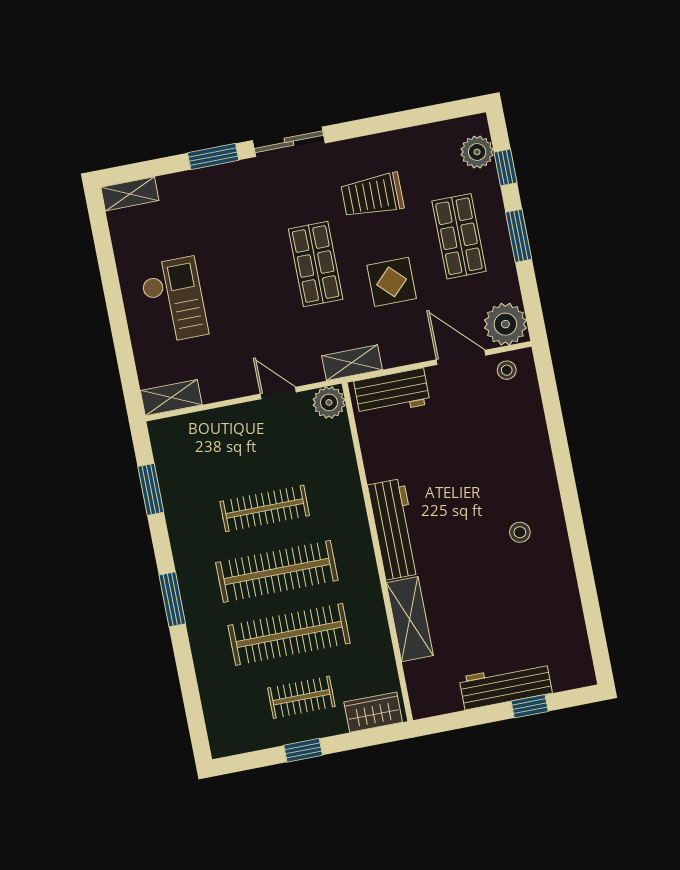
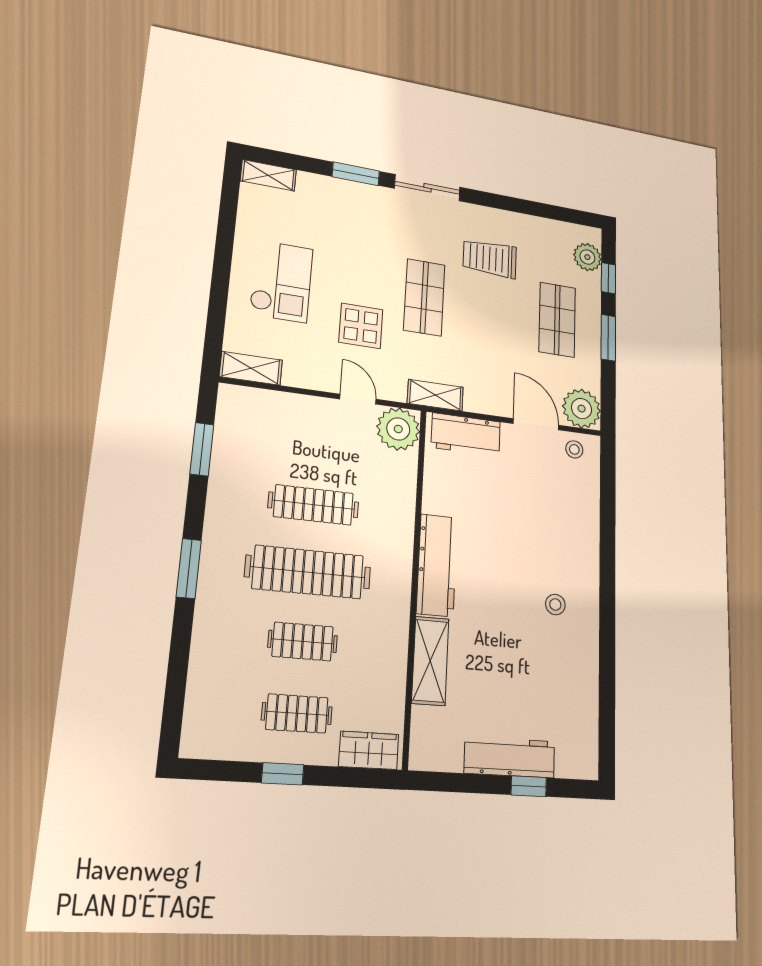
display table: (392, 282) -> (361, 326), moved
plant: (329, 402) -> (398, 429), width x1.36, depth x1.36
clothes rail: (289, 634) -> (303, 642), width x0.54, depth x0.76

